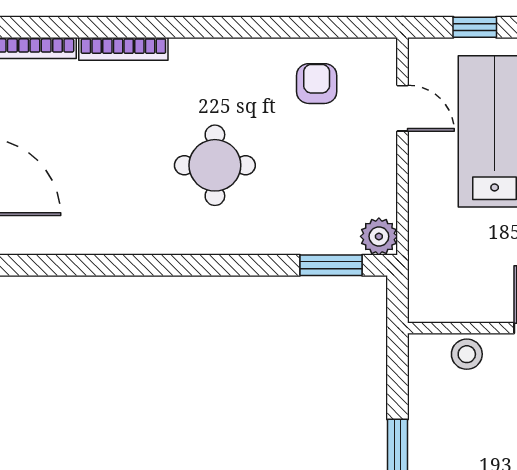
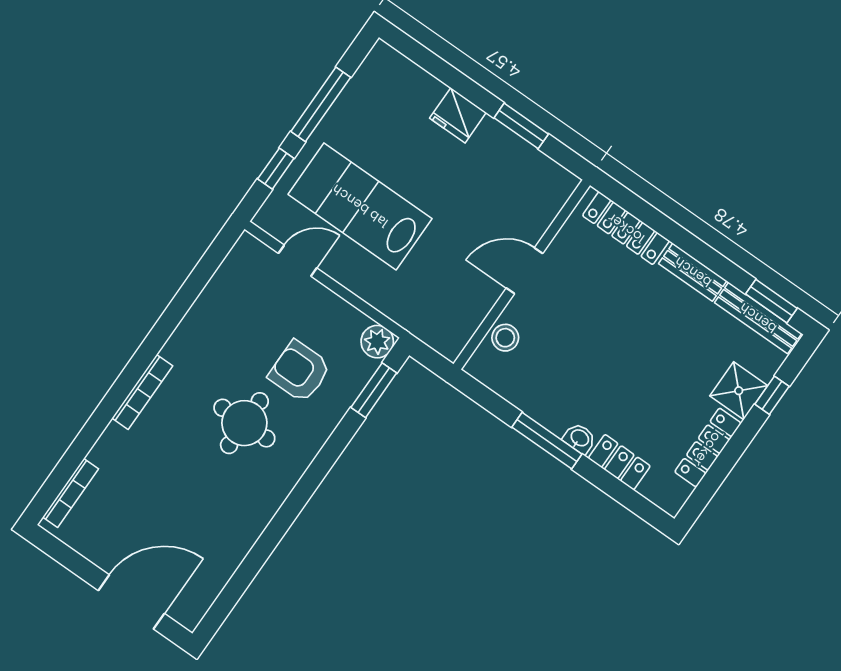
bookcase: (123, 49) -> (142, 392), moved
armchair: (317, 84) -> (300, 371), moved, width x1.38, depth x1.38

